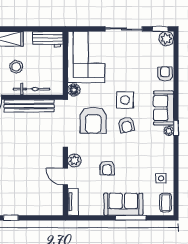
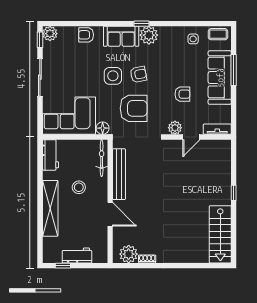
bicycle: (31, 89) -> (102, 158), moved
plant: (169, 131) -> (149, 35), width x1.88, depth x1.88
sofa: (123, 204) -> (220, 78), width x1.36

